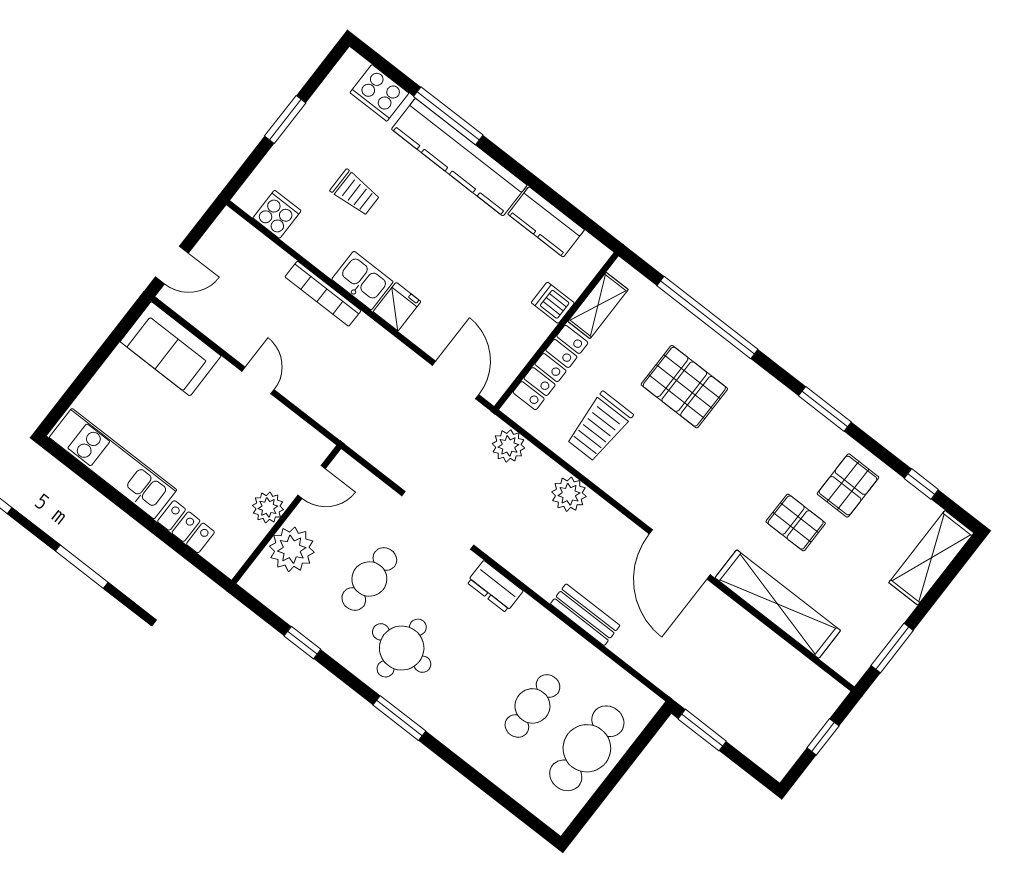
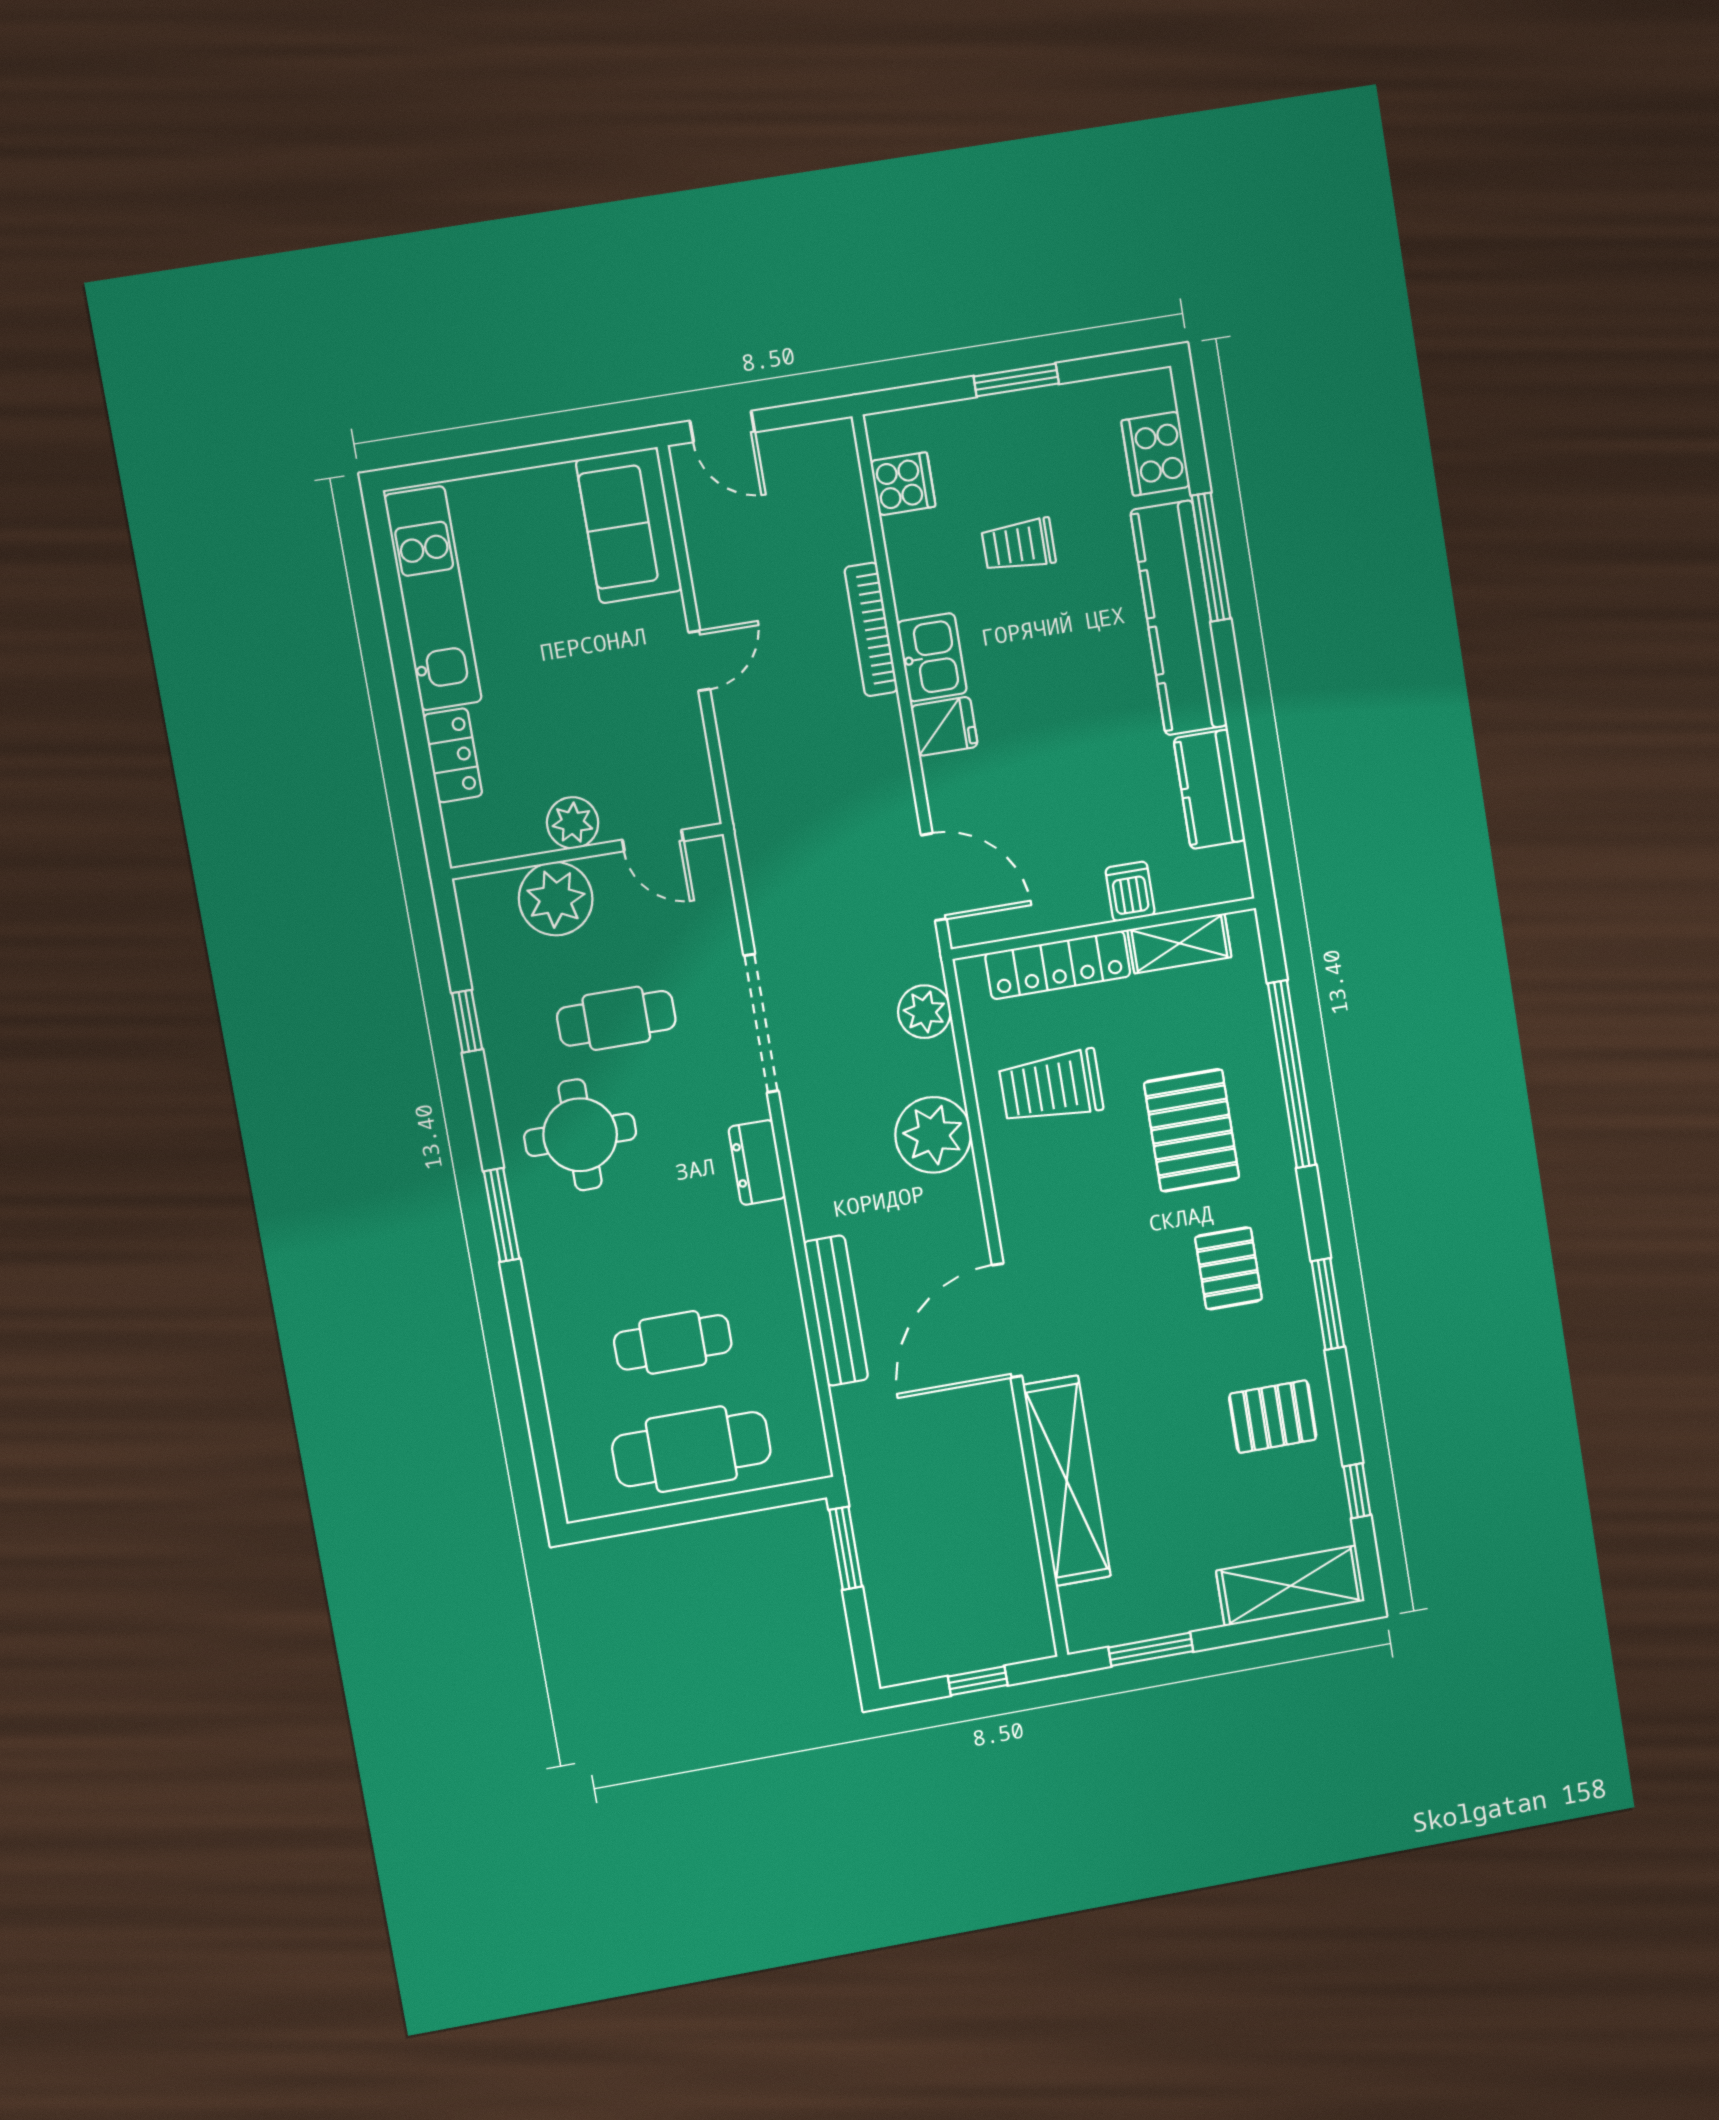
trolley: (355, 193) -> (1019, 545), turned 90
door: (456, 380) -> (934, 877), hinge flipped
plant: (569, 494) -> (933, 1135), width x1.36, depth x1.36
pallet: (796, 522) -> (1229, 1268), moved
bench: (585, 615) -> (836, 1311), width x1.36

